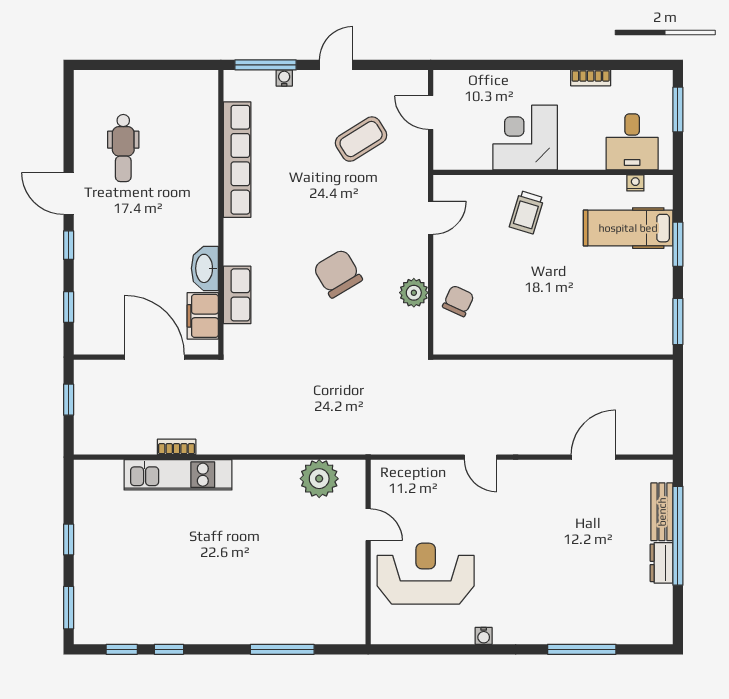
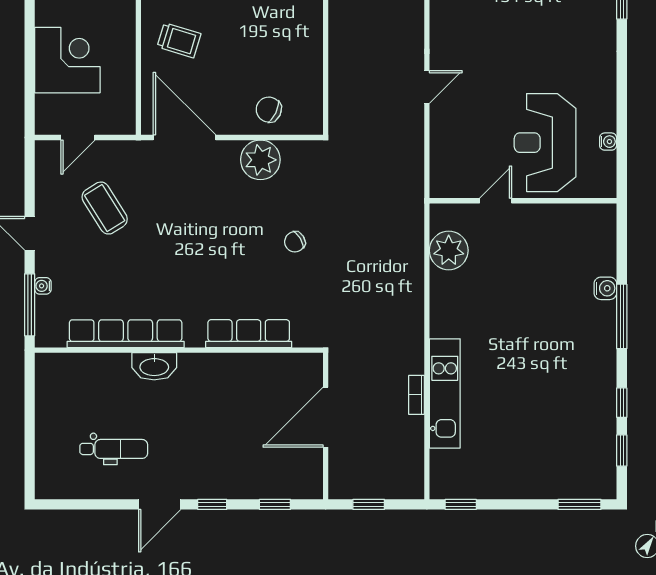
corner desk: (525, 137) -> (67, 60), moved, turned 180
door: (431, 218) -> (185, 137), width x1.88
washbasin: (205, 268) -> (154, 366), moved
chair: (338, 273) -> (295, 242), moved, width x0.54, depth x0.54
plant: (414, 293) -> (260, 160), width x1.36, depth x1.36
row of seats: (237, 295) -> (249, 334), width x1.48
filing cabinet: (203, 316) -> (284, 368), removed
window: (69, 540) -> (461, 504), moved
water cooler: (282, 633) -> (605, 288), added
water cooler: (484, 636) -> (608, 142), moved
window: (282, 649) -> (622, 316), moved

